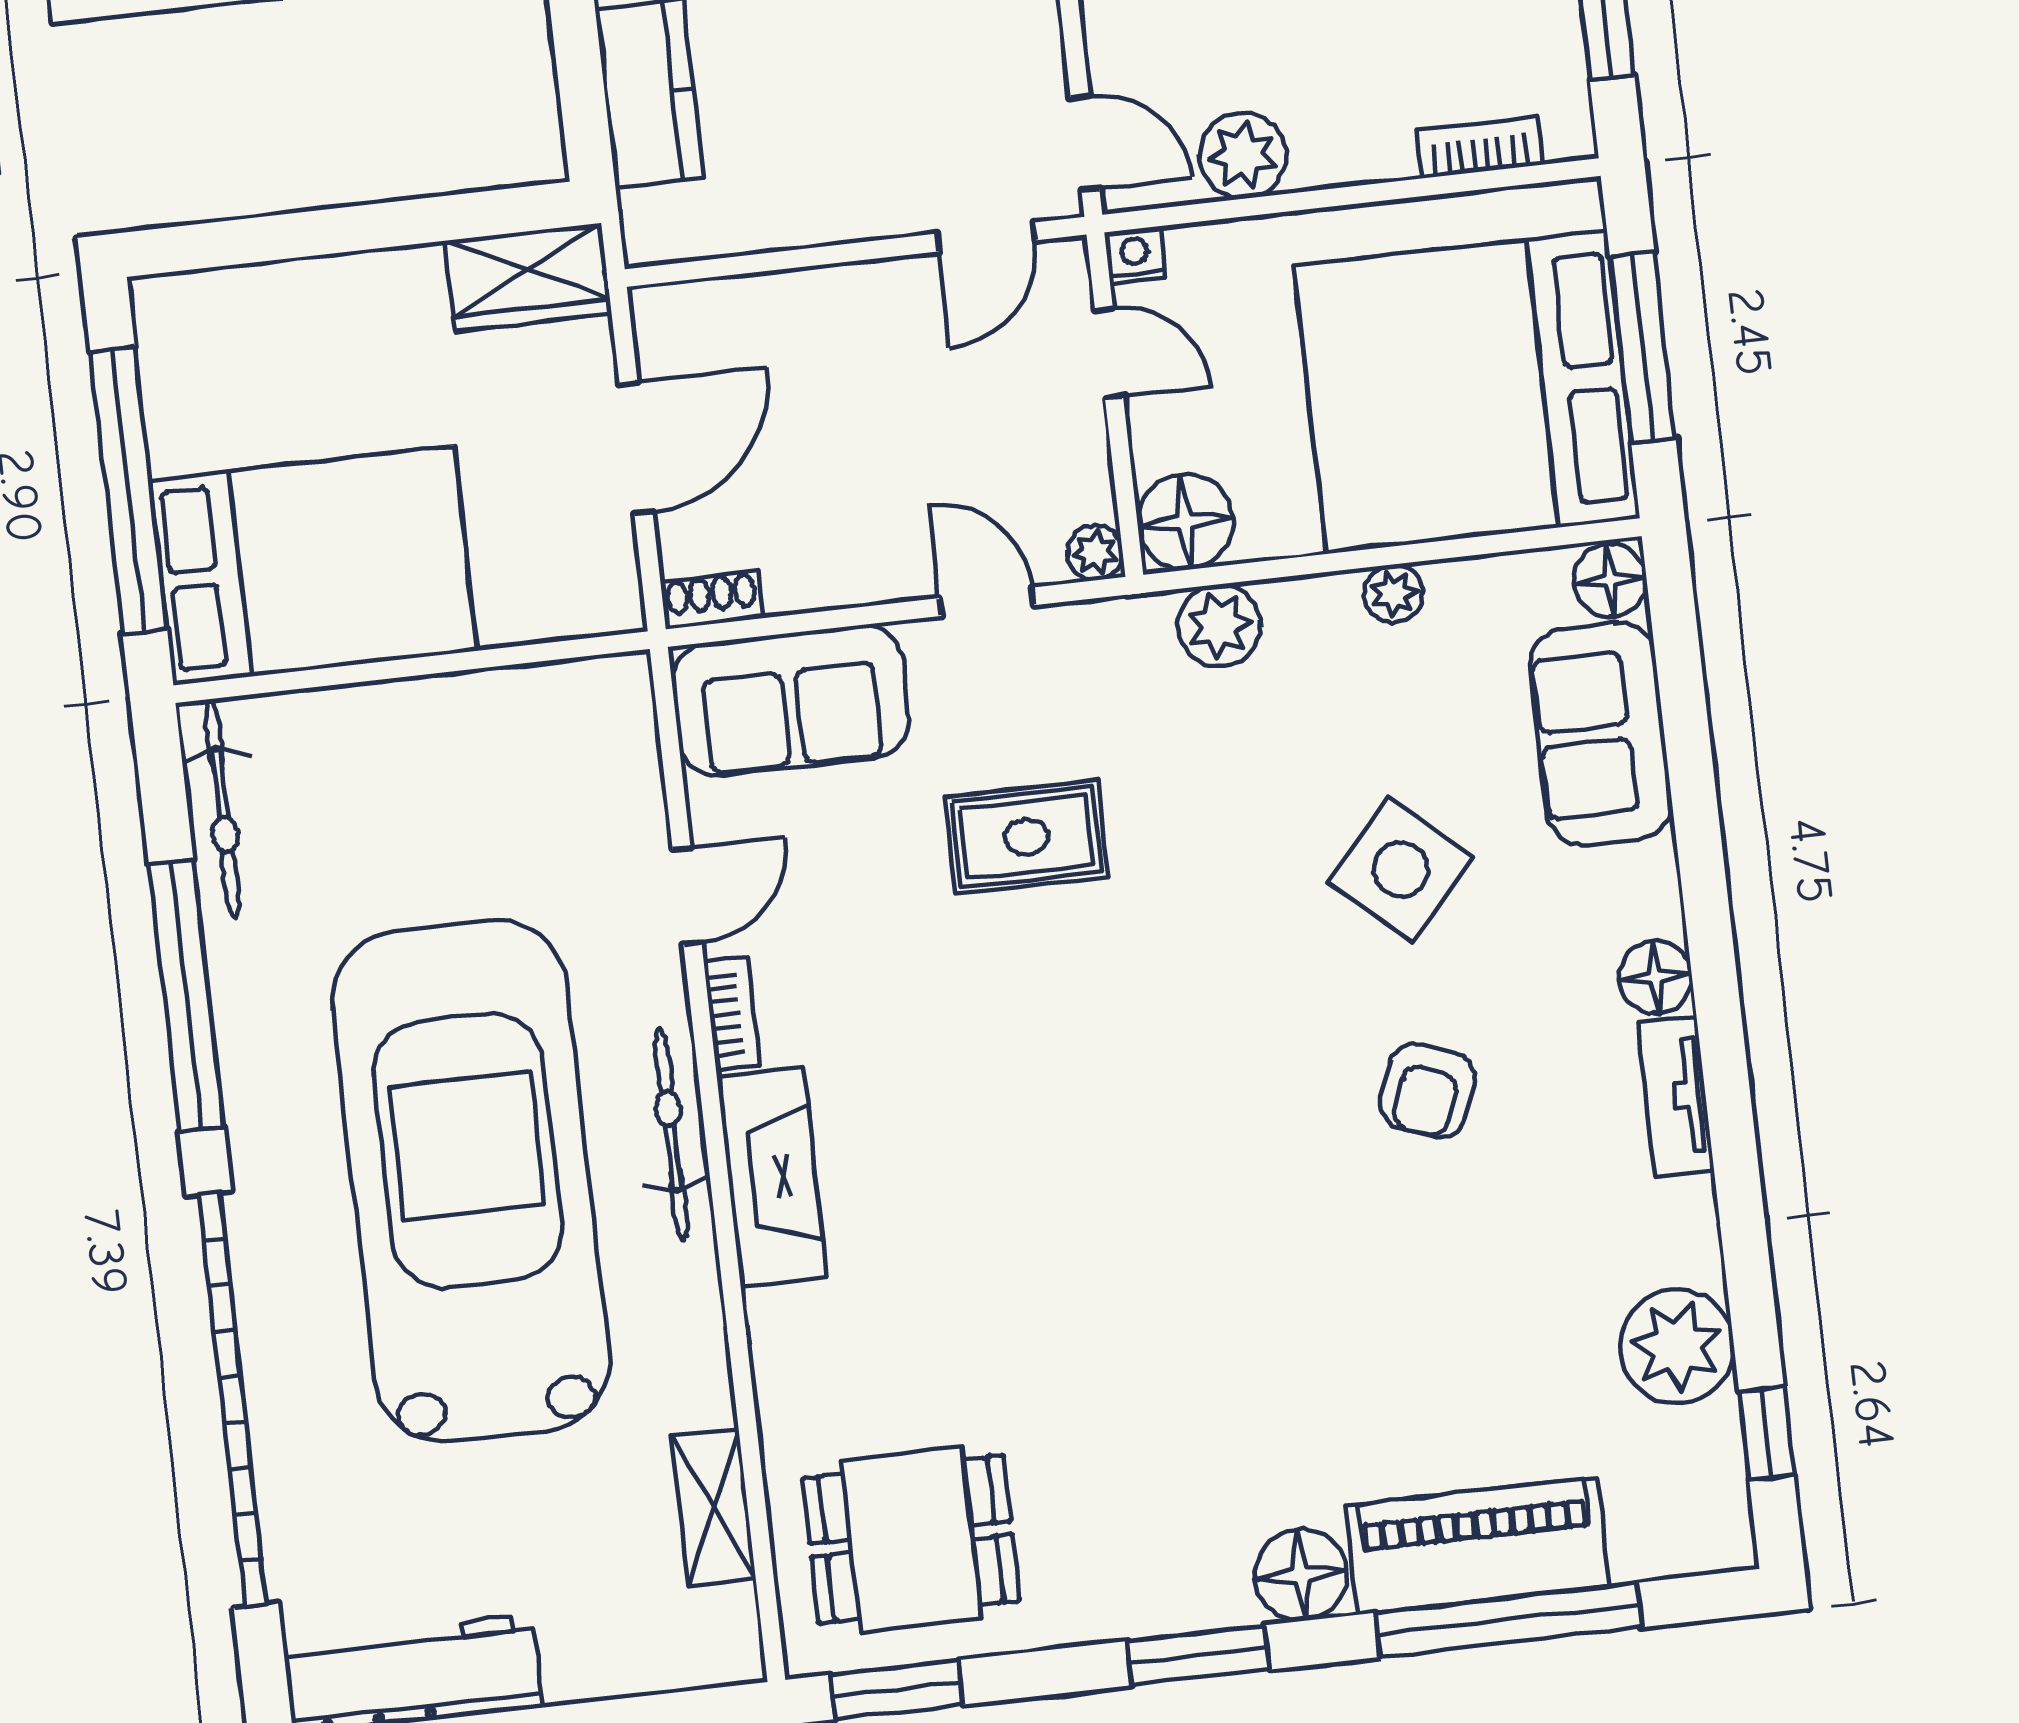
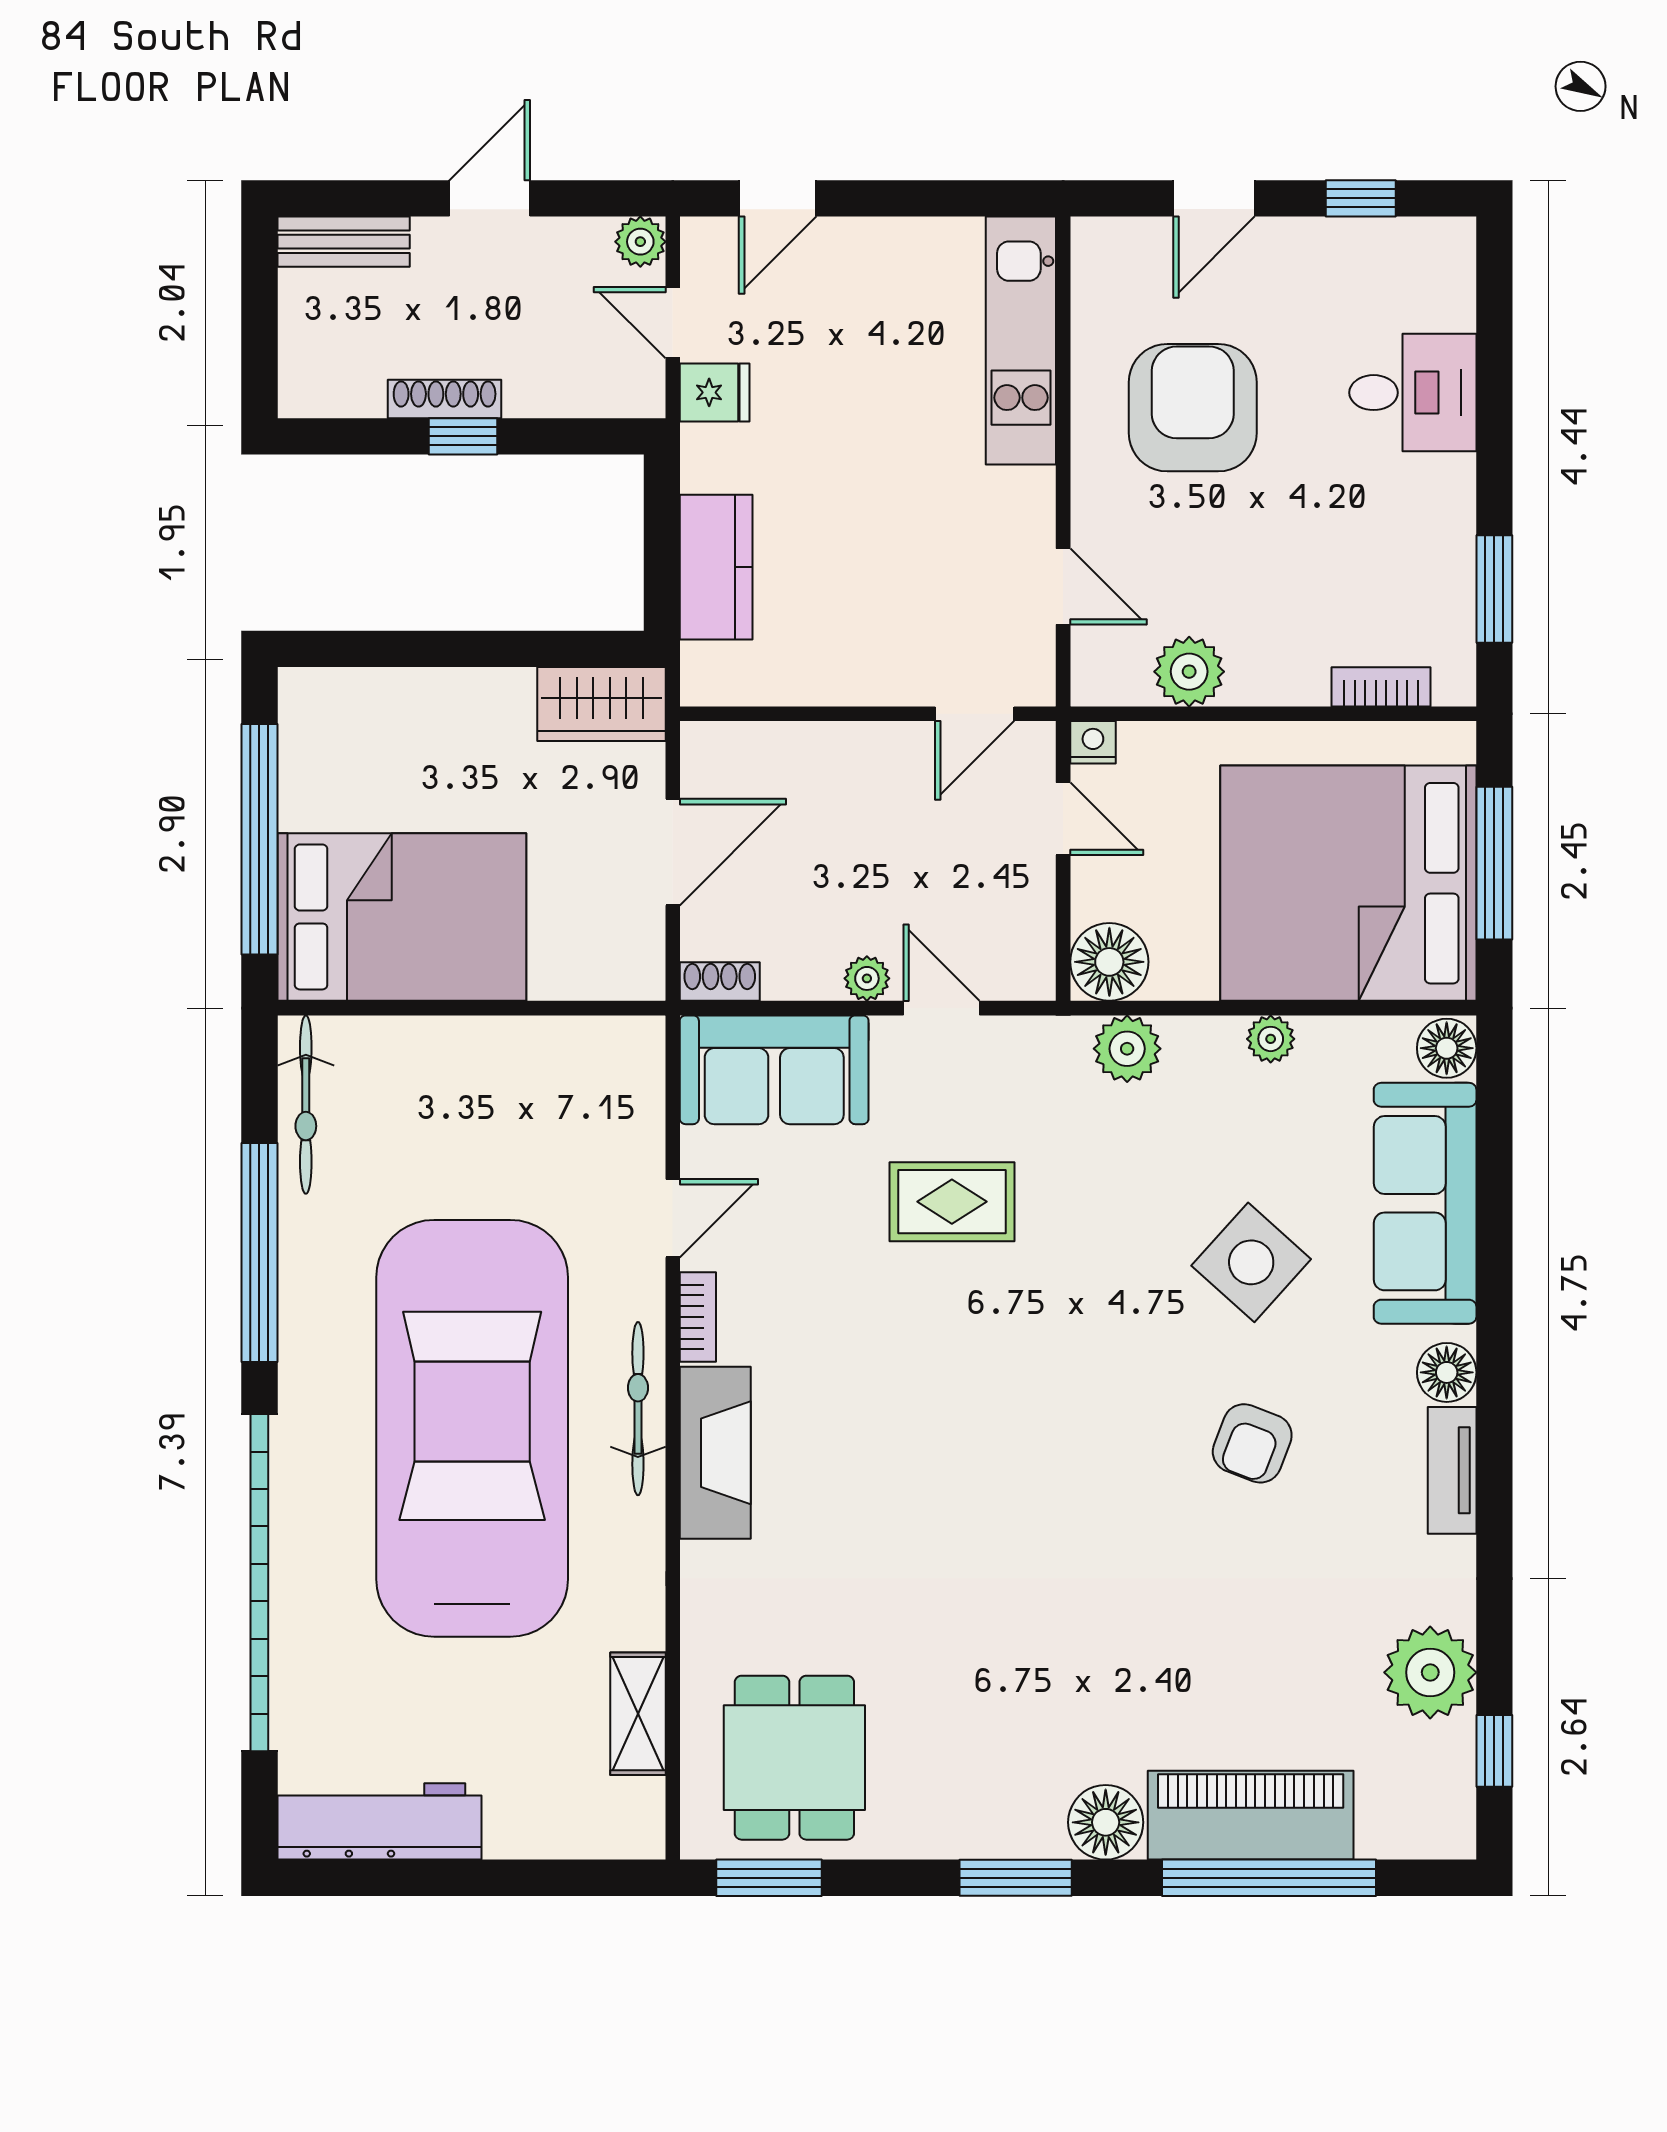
door: (1085, 143) -> (1063, 586), moved
plant: (1095, 553) -> (867, 978), moved
sofa: (1601, 734) -> (1425, 1203), width x1.36
dining table: (911, 1539) -> (794, 1758), turned 90

